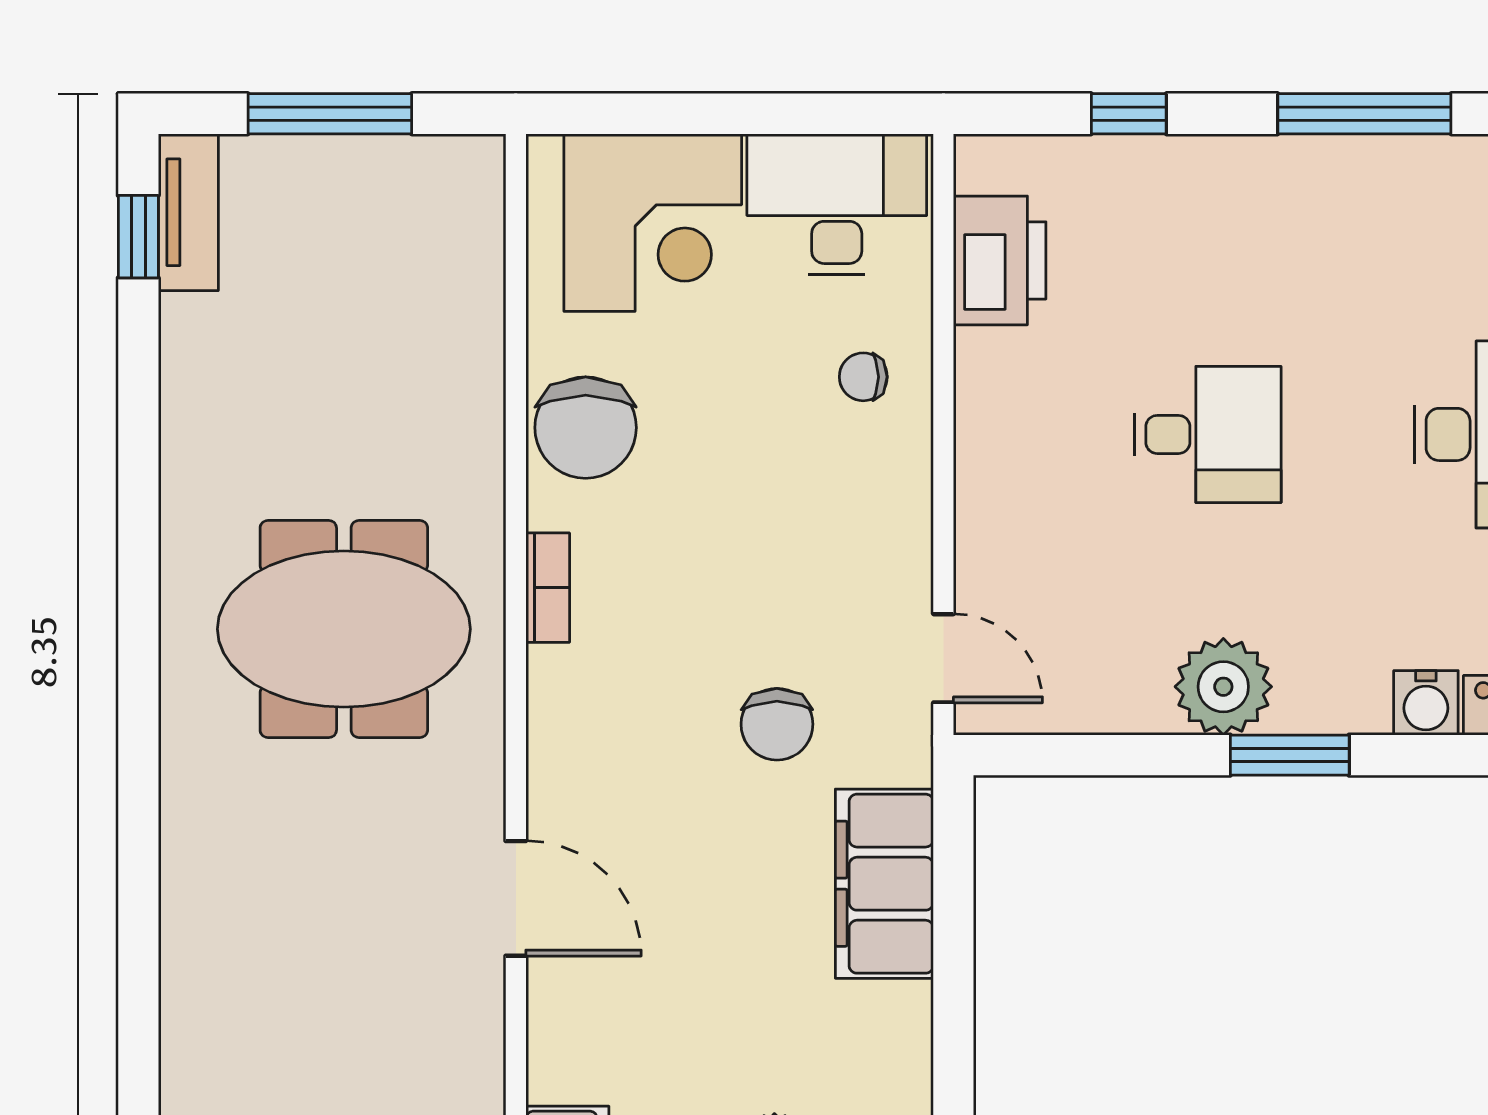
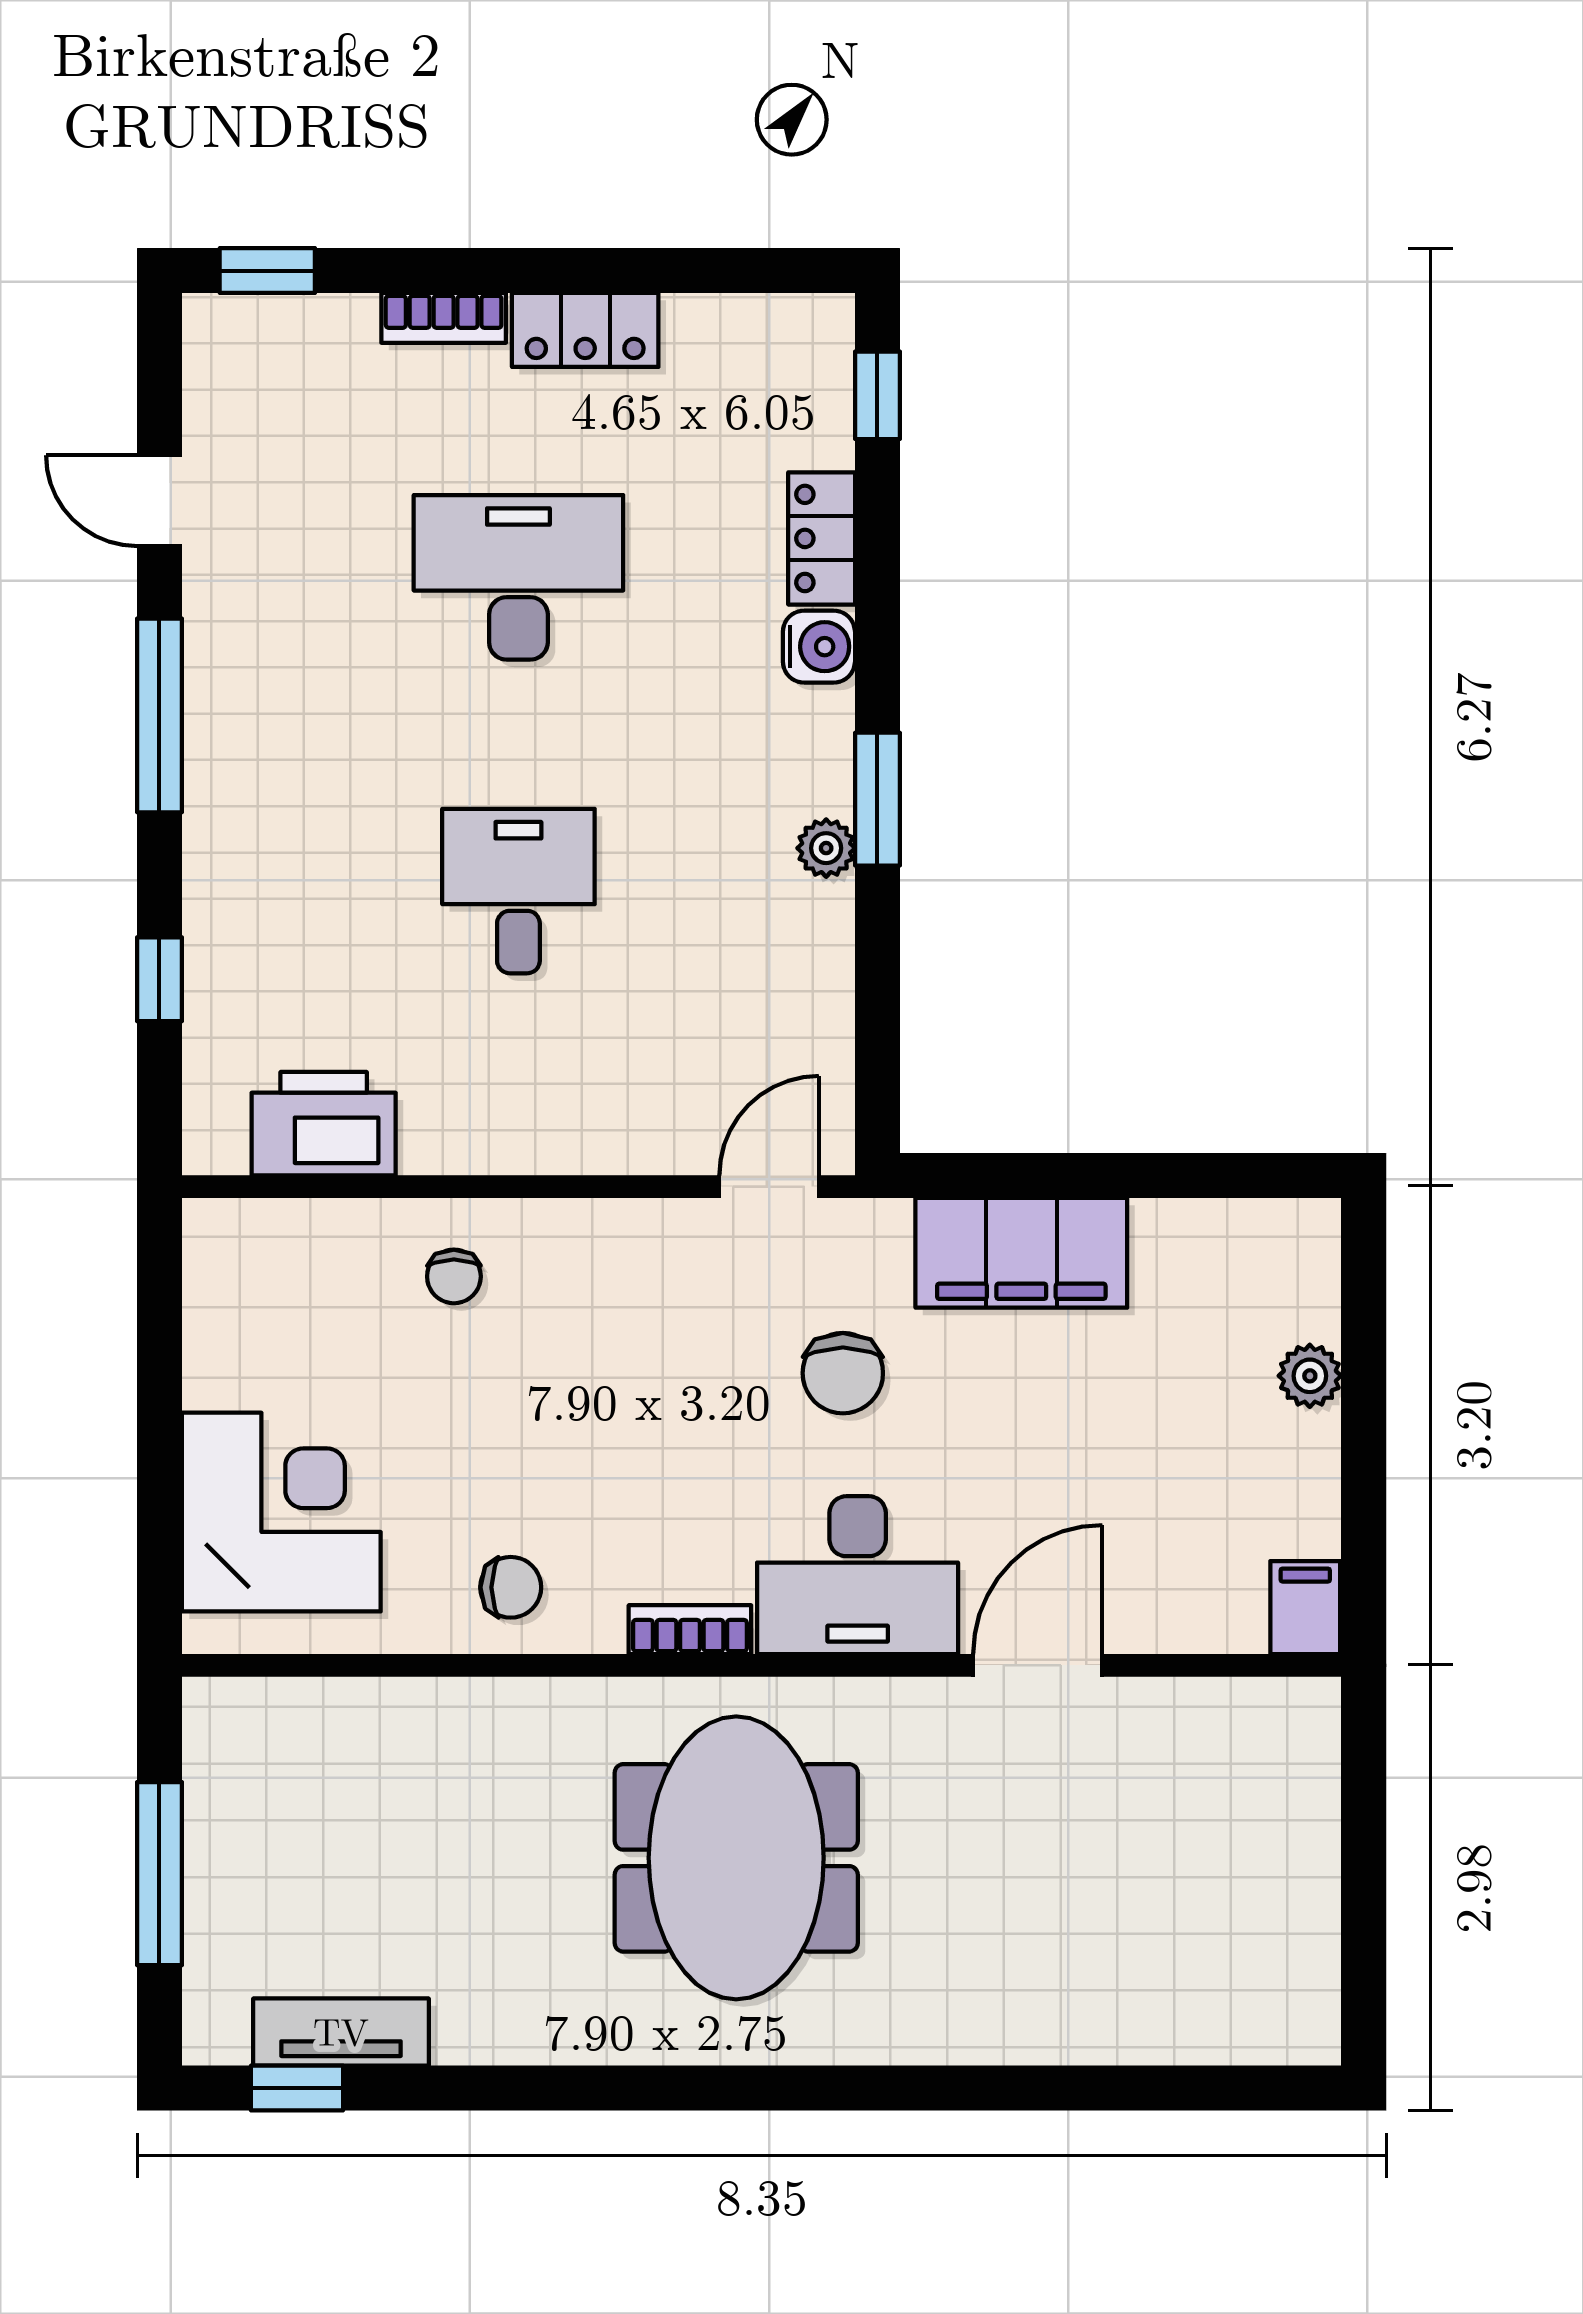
desk: (837, 204) -> (858, 1575), moved, turned -90
tv unit: (188, 212) -> (341, 2032), moved
chair: (586, 428) -> (511, 1587), width x0.54, depth x0.54
plant: (1223, 687) -> (826, 848), width x0.53, depth x0.53
chair: (777, 724) -> (843, 1373), turned 90

